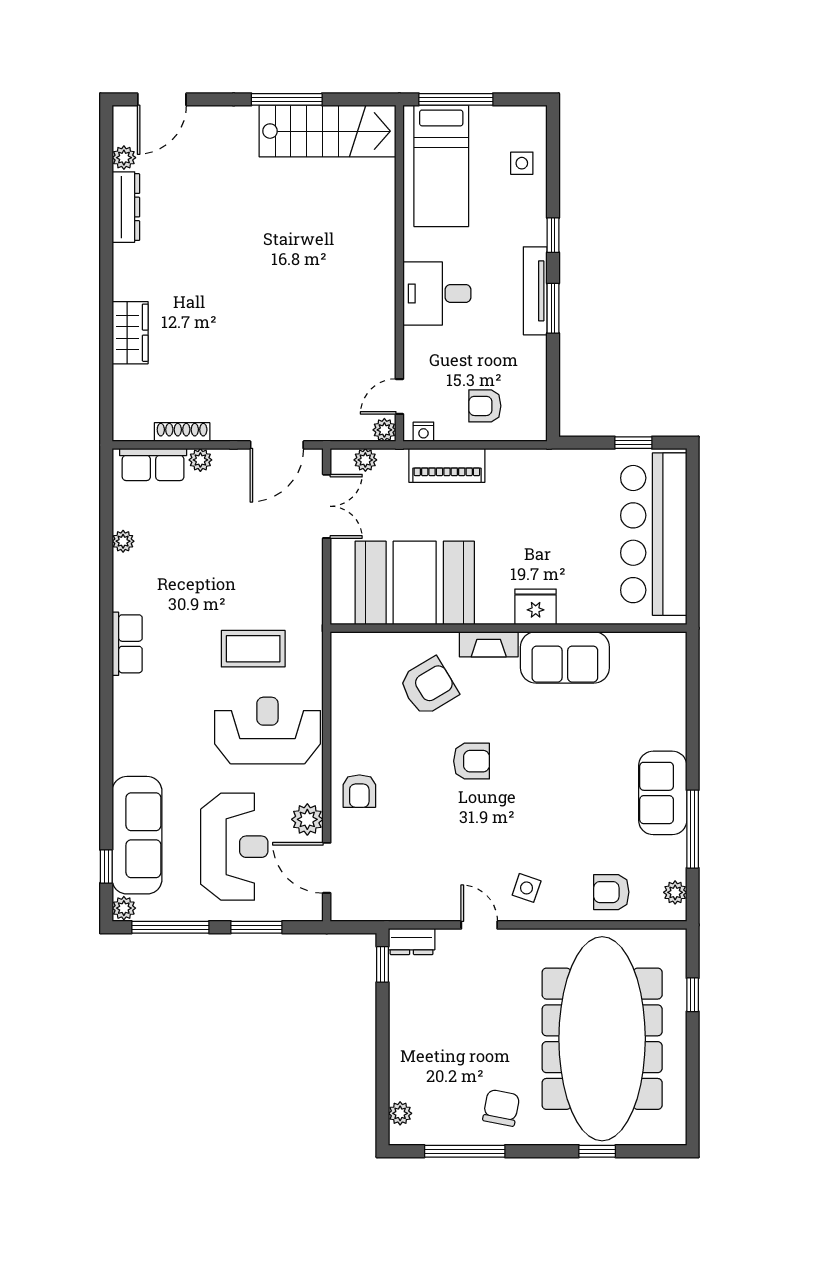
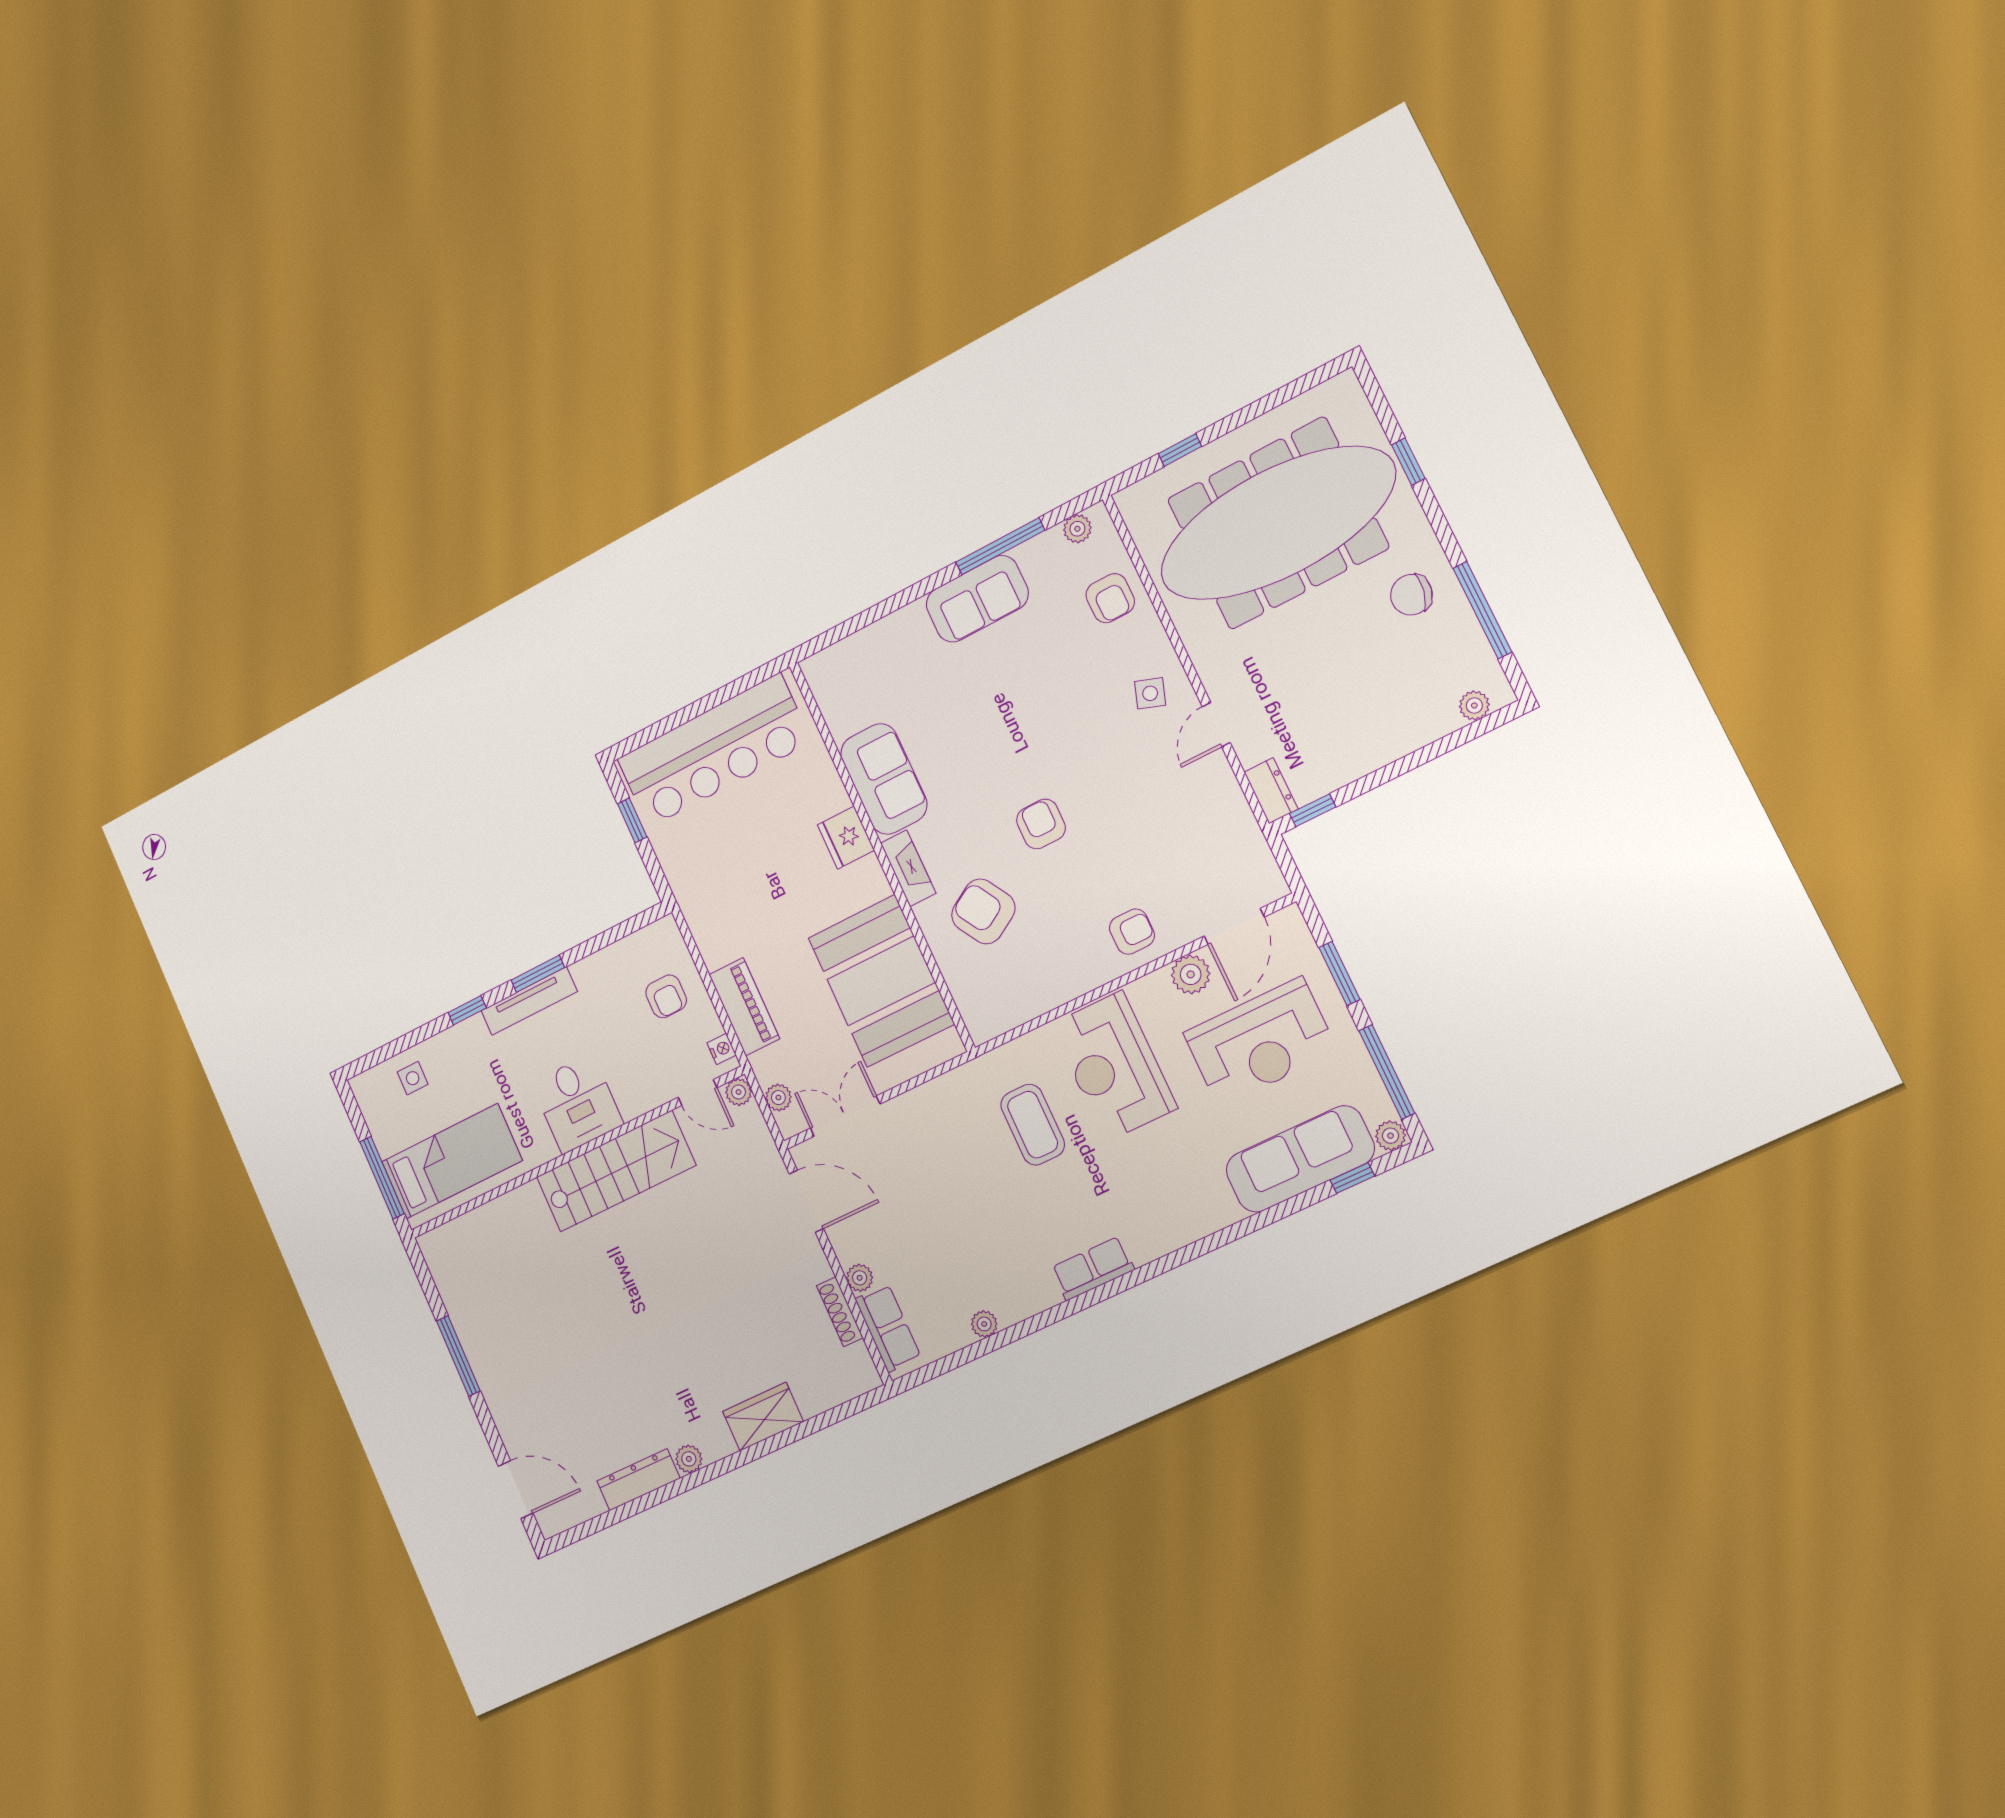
stairs: (327, 131) -> (616, 1171), moved, turned 90
plant: (124, 158) -> (689, 1459), moved
reception desk: (234, 847) -> (1260, 1042), turned 180

